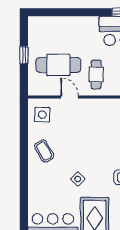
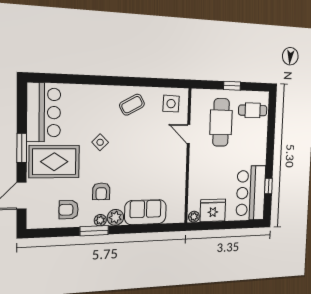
cafe table: (96, 74) -> (253, 110), moved
door: (70, 97) -> (188, 134), swing flipped

